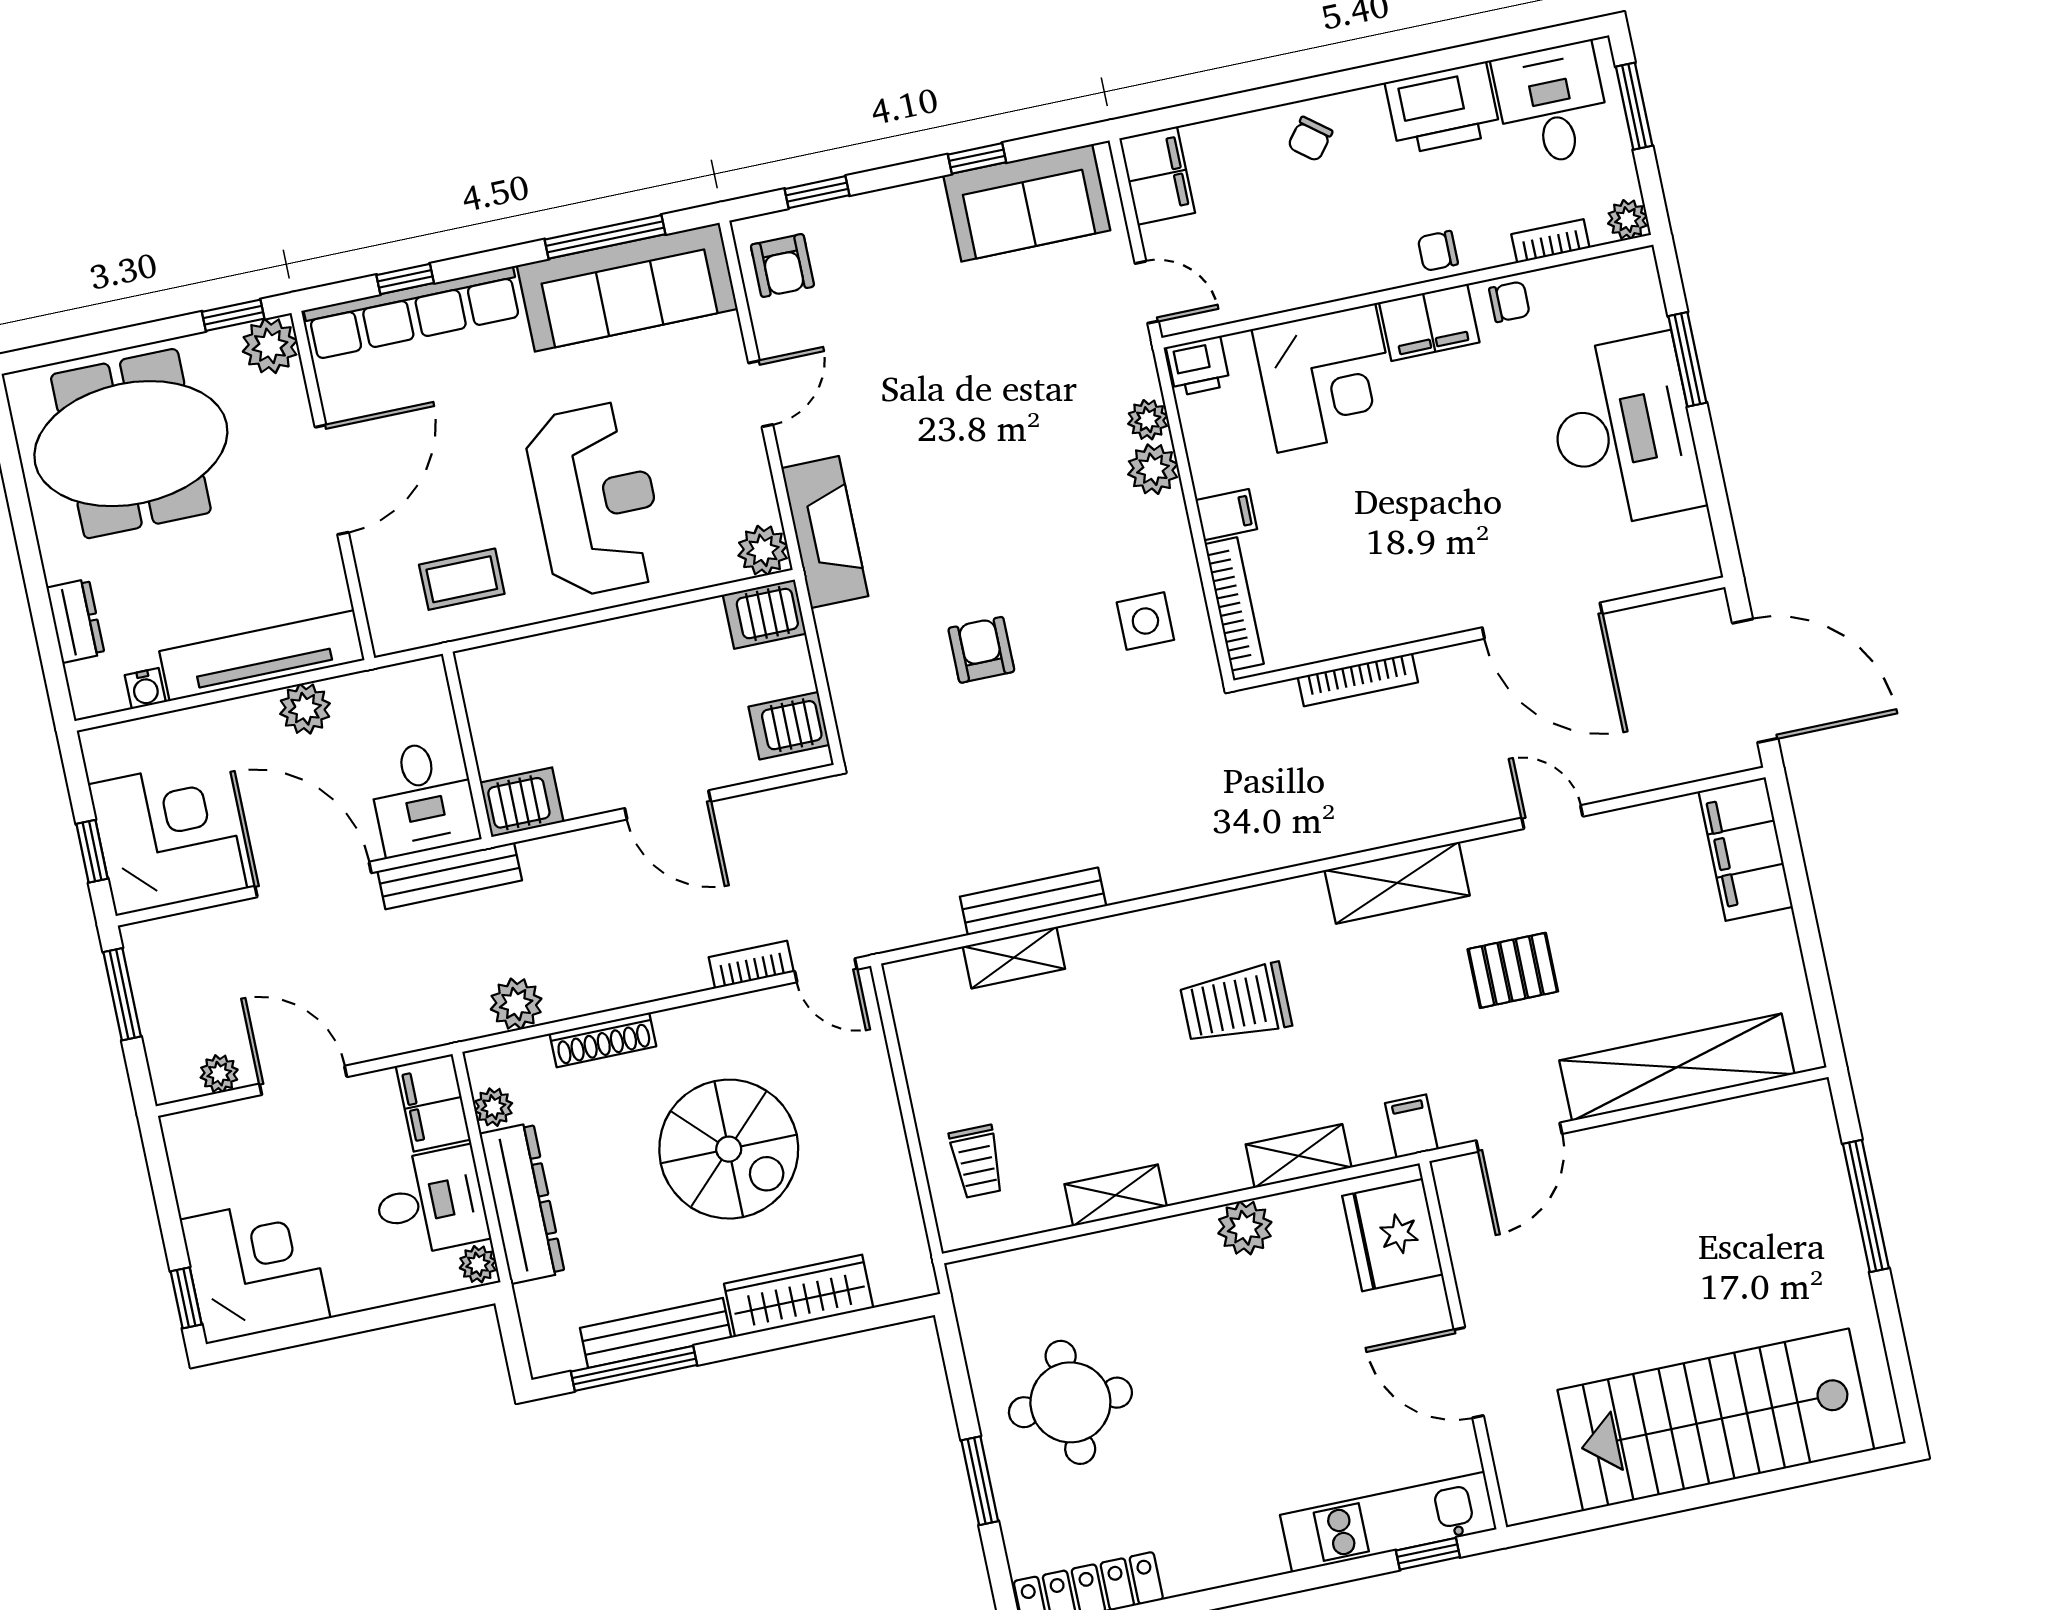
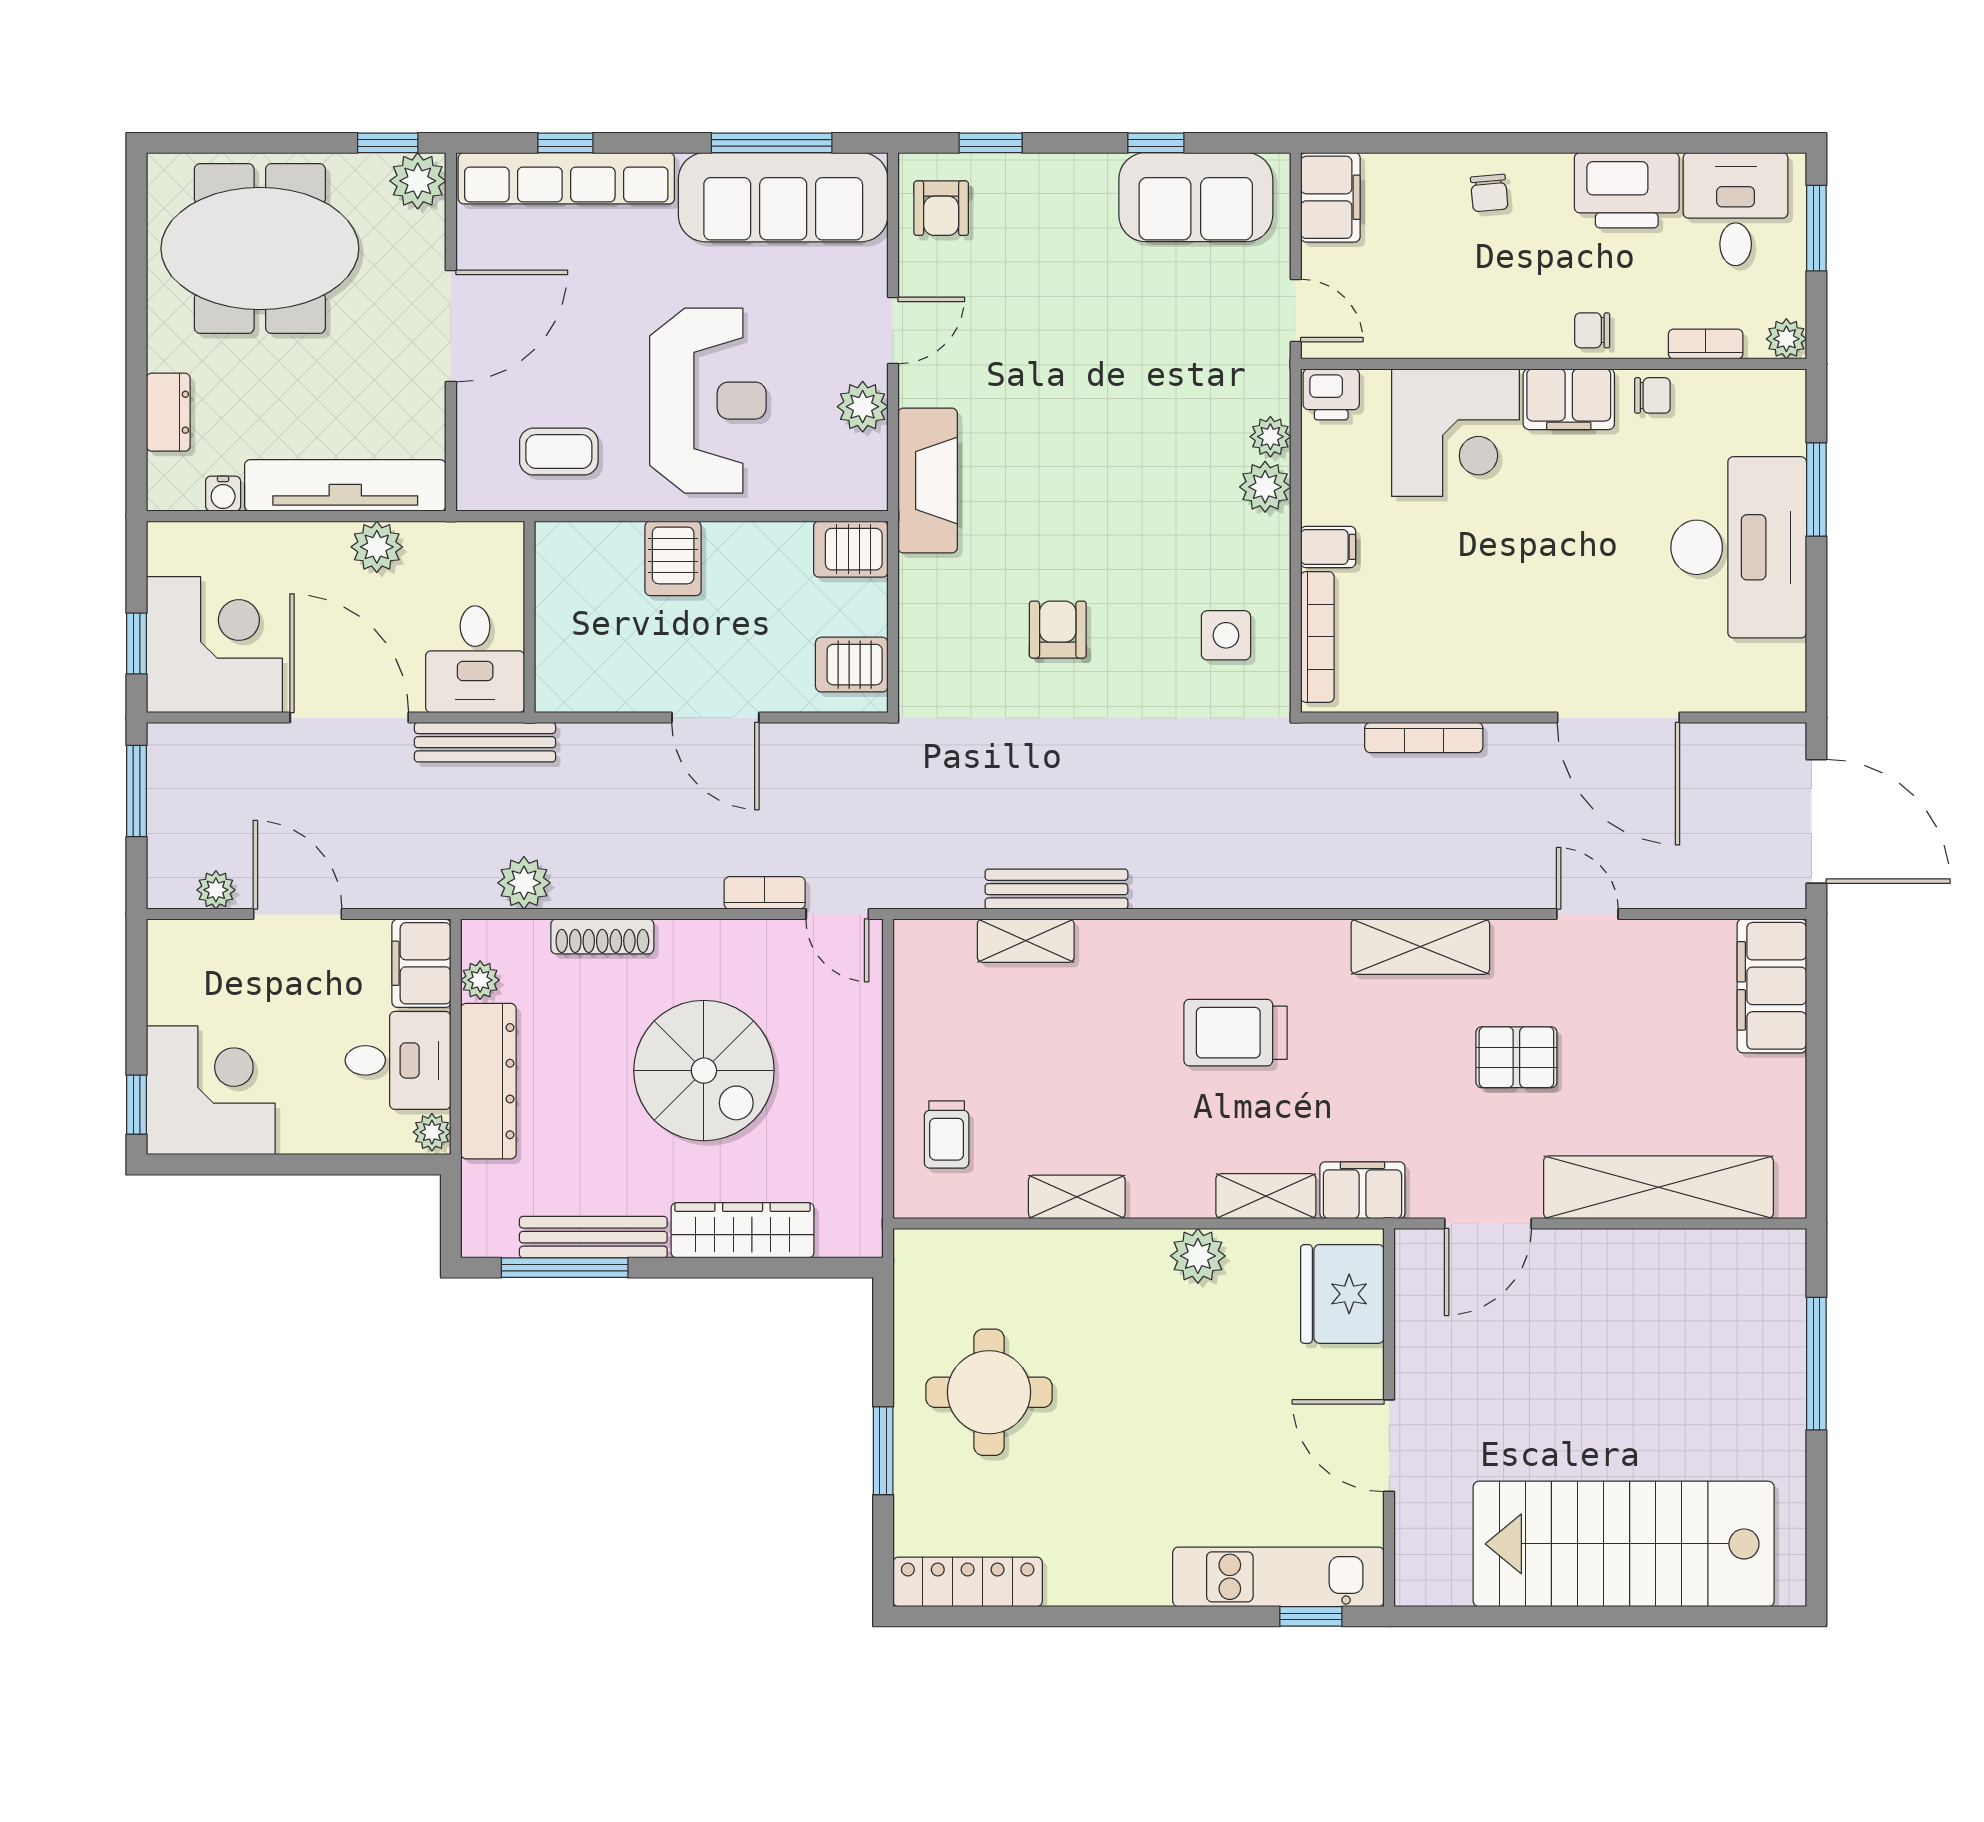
chair: (1310, 139) -> (1489, 193), turned -43
plant: (763, 550) -> (863, 407), moved
server rack: (522, 802) -> (673, 558), moved, turned 90
filing cabinet: (1411, 1126) -> (1362, 1190), width x2.00

